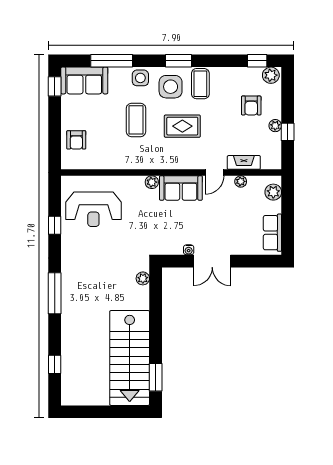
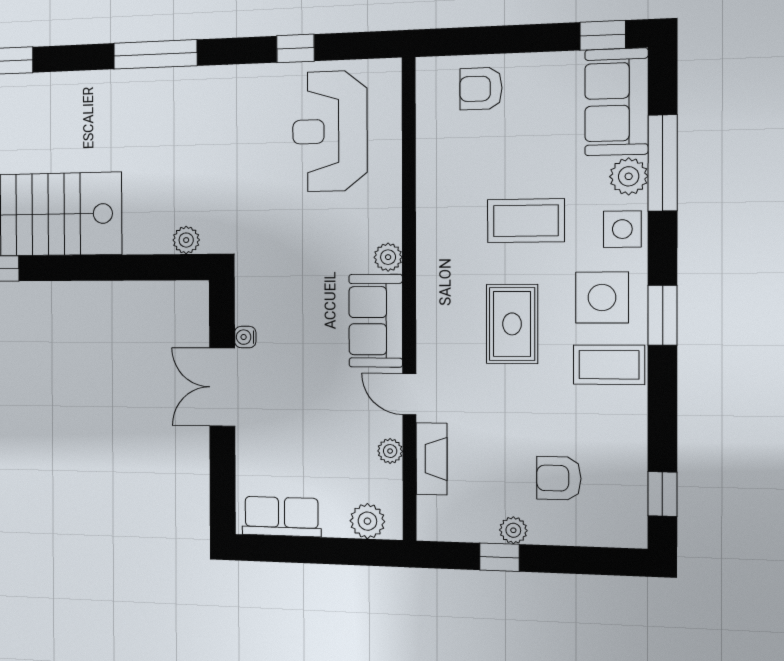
plant: (271, 75) -> (629, 176), moved

